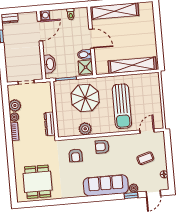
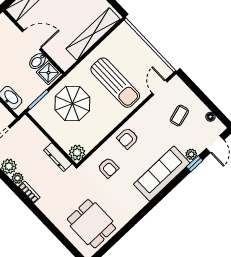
plant: (85, 129) -> (77, 153), moved

